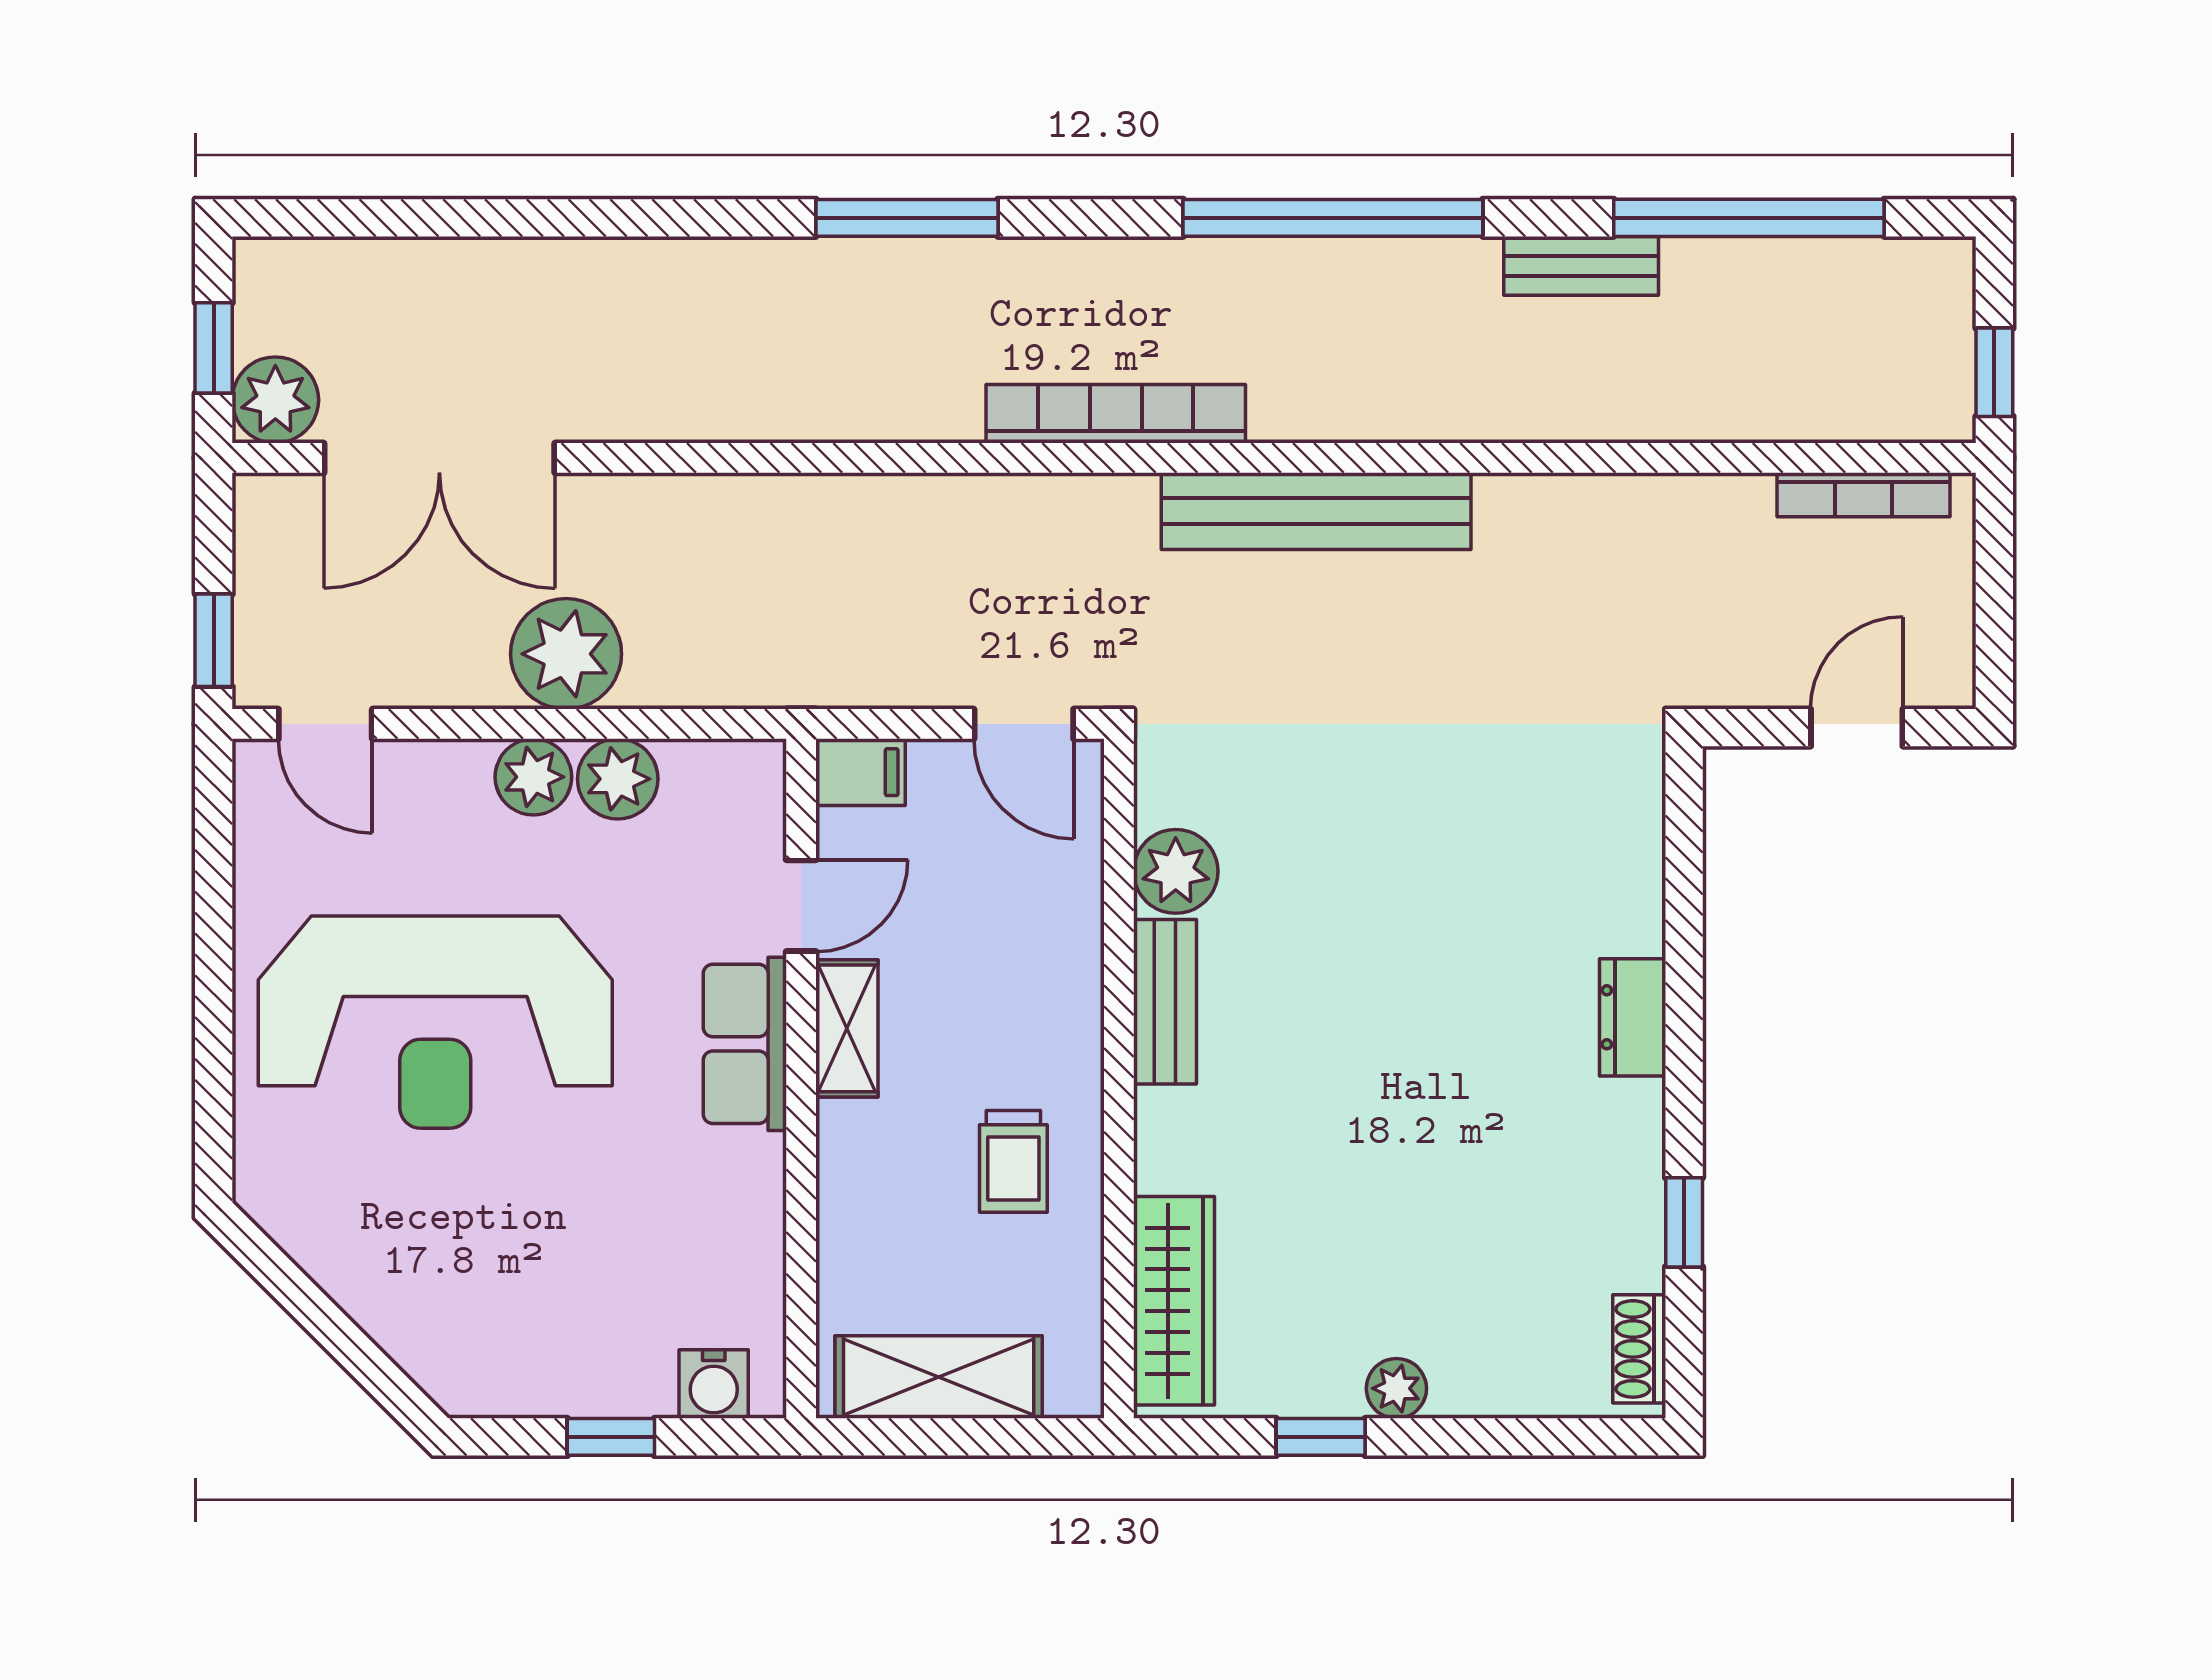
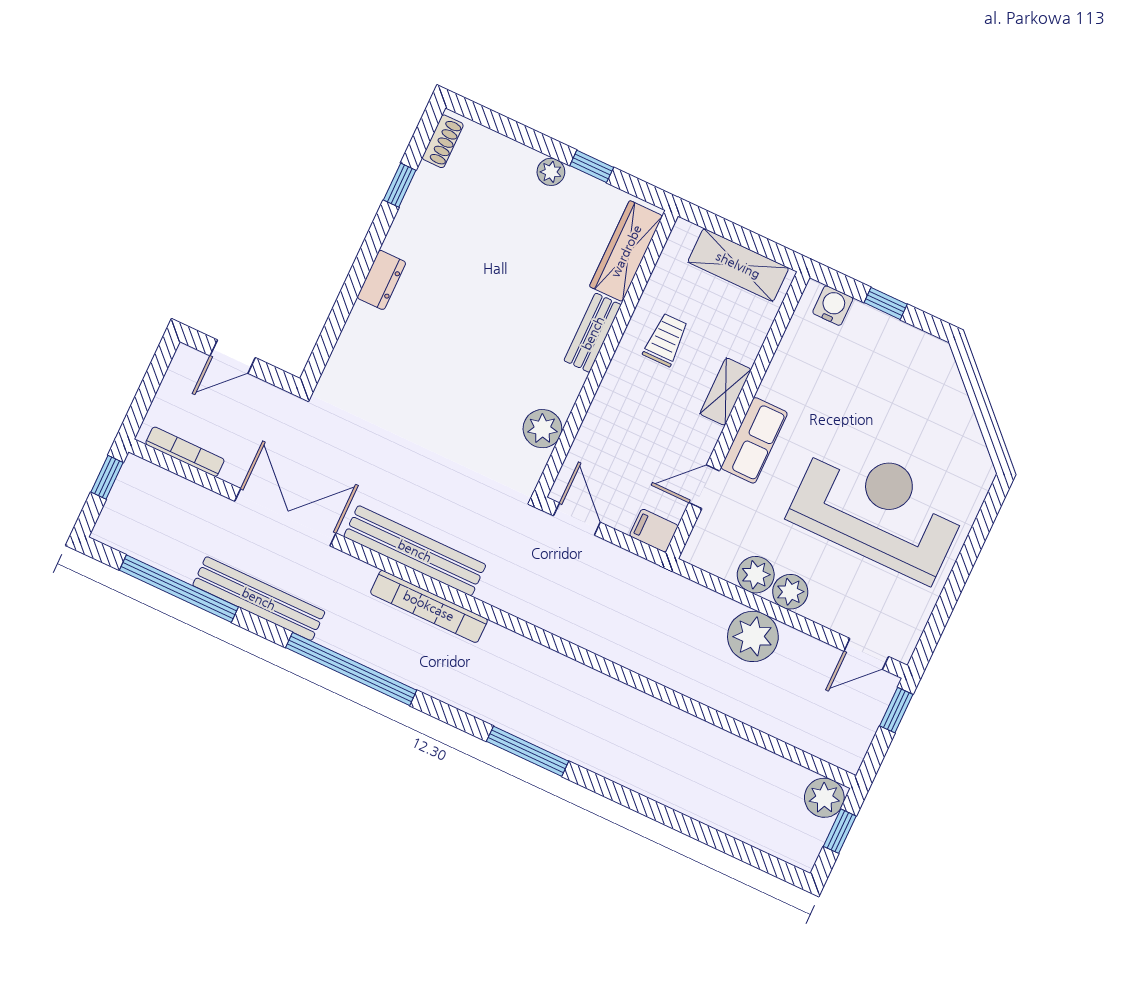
bench: (1581, 266) -> (259, 599), width x1.86, depth x1.21
bookcase: (1116, 414) -> (429, 606), moved
double door: (439, 458) -> (285, 517), moved
door: (325, 724) -> (866, 654), swing flipped
bench: (1165, 1002) -> (593, 333), moved
shelving: (847, 1028) -> (726, 392), moved

